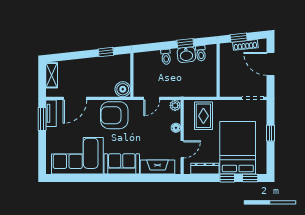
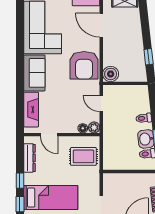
armchair: (114, 115) -> (84, 65), turned 180
floor lamp: (176, 128) -> (83, 128), moved
bed: (238, 148) -> (51, 198), width x0.67

